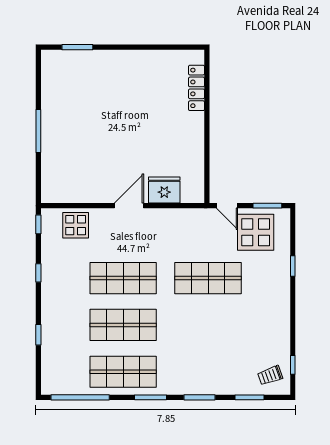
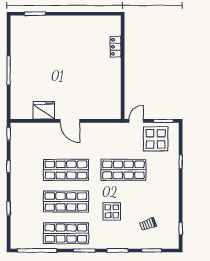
locker: (197, 88) -> (116, 47), width x0.66
fridge: (164, 190) -> (44, 110), moved
door: (129, 206) -> (70, 121), swing flipped
door: (227, 206) -> (136, 121), swing flipped
display table: (76, 225) -> (112, 211), moved
trolley: (270, 375) -> (148, 224), moved

